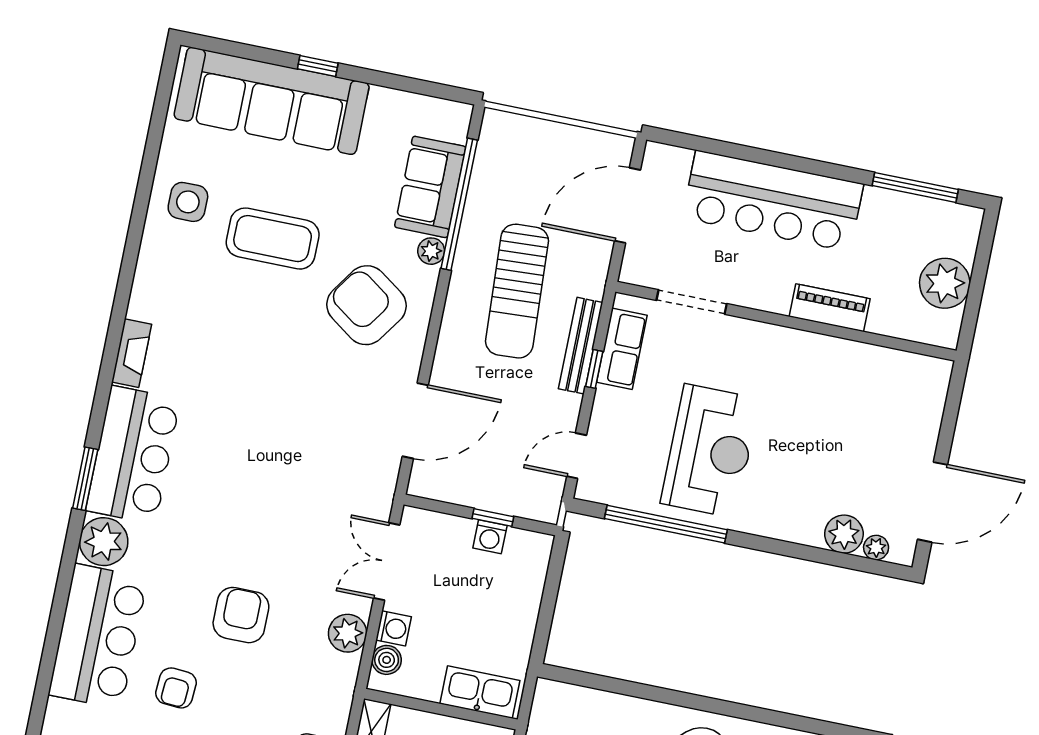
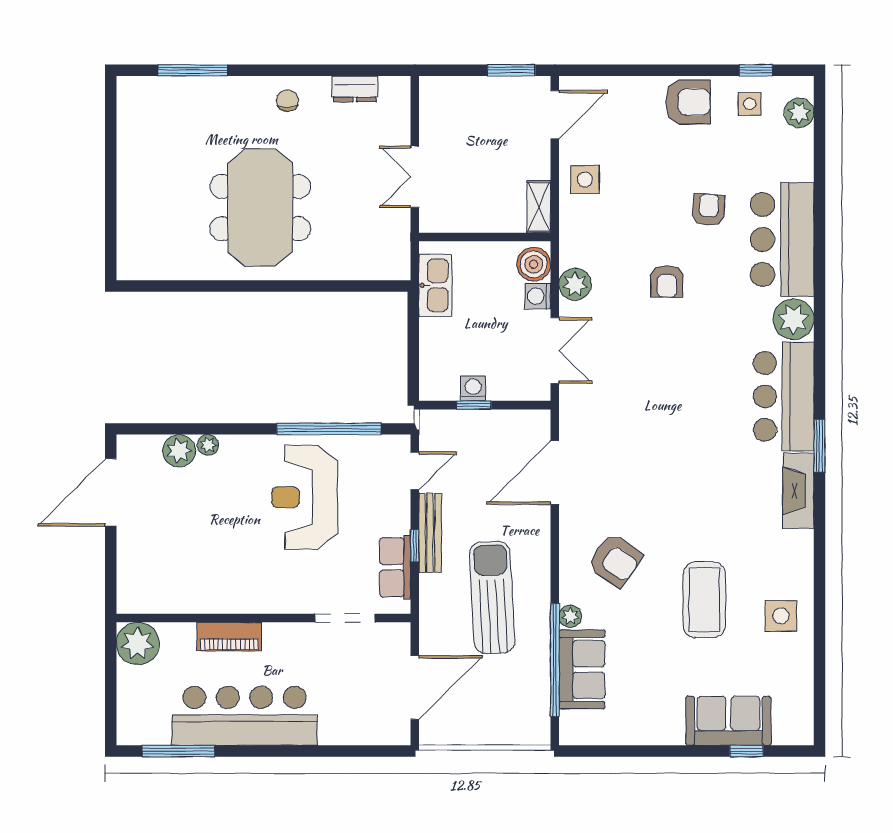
window: (318, 66) -> (747, 751), moved
sofa: (272, 101) -> (728, 721), width x0.54, depth x0.79
bar counter: (773, 201) -> (245, 716), moved
coffee table: (273, 239) -> (704, 600), turned 90
plant: (945, 283) -> (138, 644), moved
armchair: (366, 305) -> (615, 560), width x0.73, depth x0.73
bench: (581, 346) -> (430, 533), moved
fireplace: (132, 353) -> (798, 491), width x1.37, depth x1.32
window: (85, 479) -> (820, 446), moved
plant: (876, 548) -> (208, 445), moved
armchair: (241, 615) -> (667, 281), width x0.72, depth x0.72
boiler: (387, 660) -> (534, 264), width x1.36, depth x1.36
kitchen sink: (480, 692) -> (435, 285), moved, turned -90

